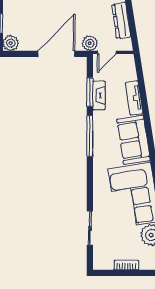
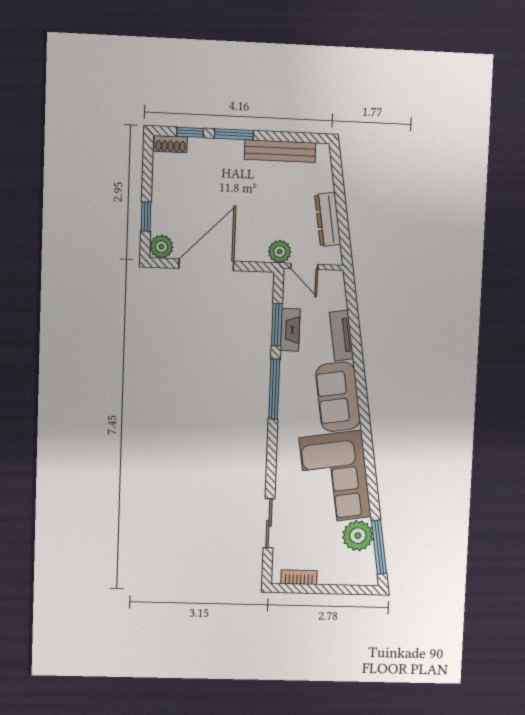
door: (107, 52) -> (304, 266), hinge flipped
door: (56, 54) -> (206, 265), moved
bookcase: (126, 265) -> (299, 577), moved

